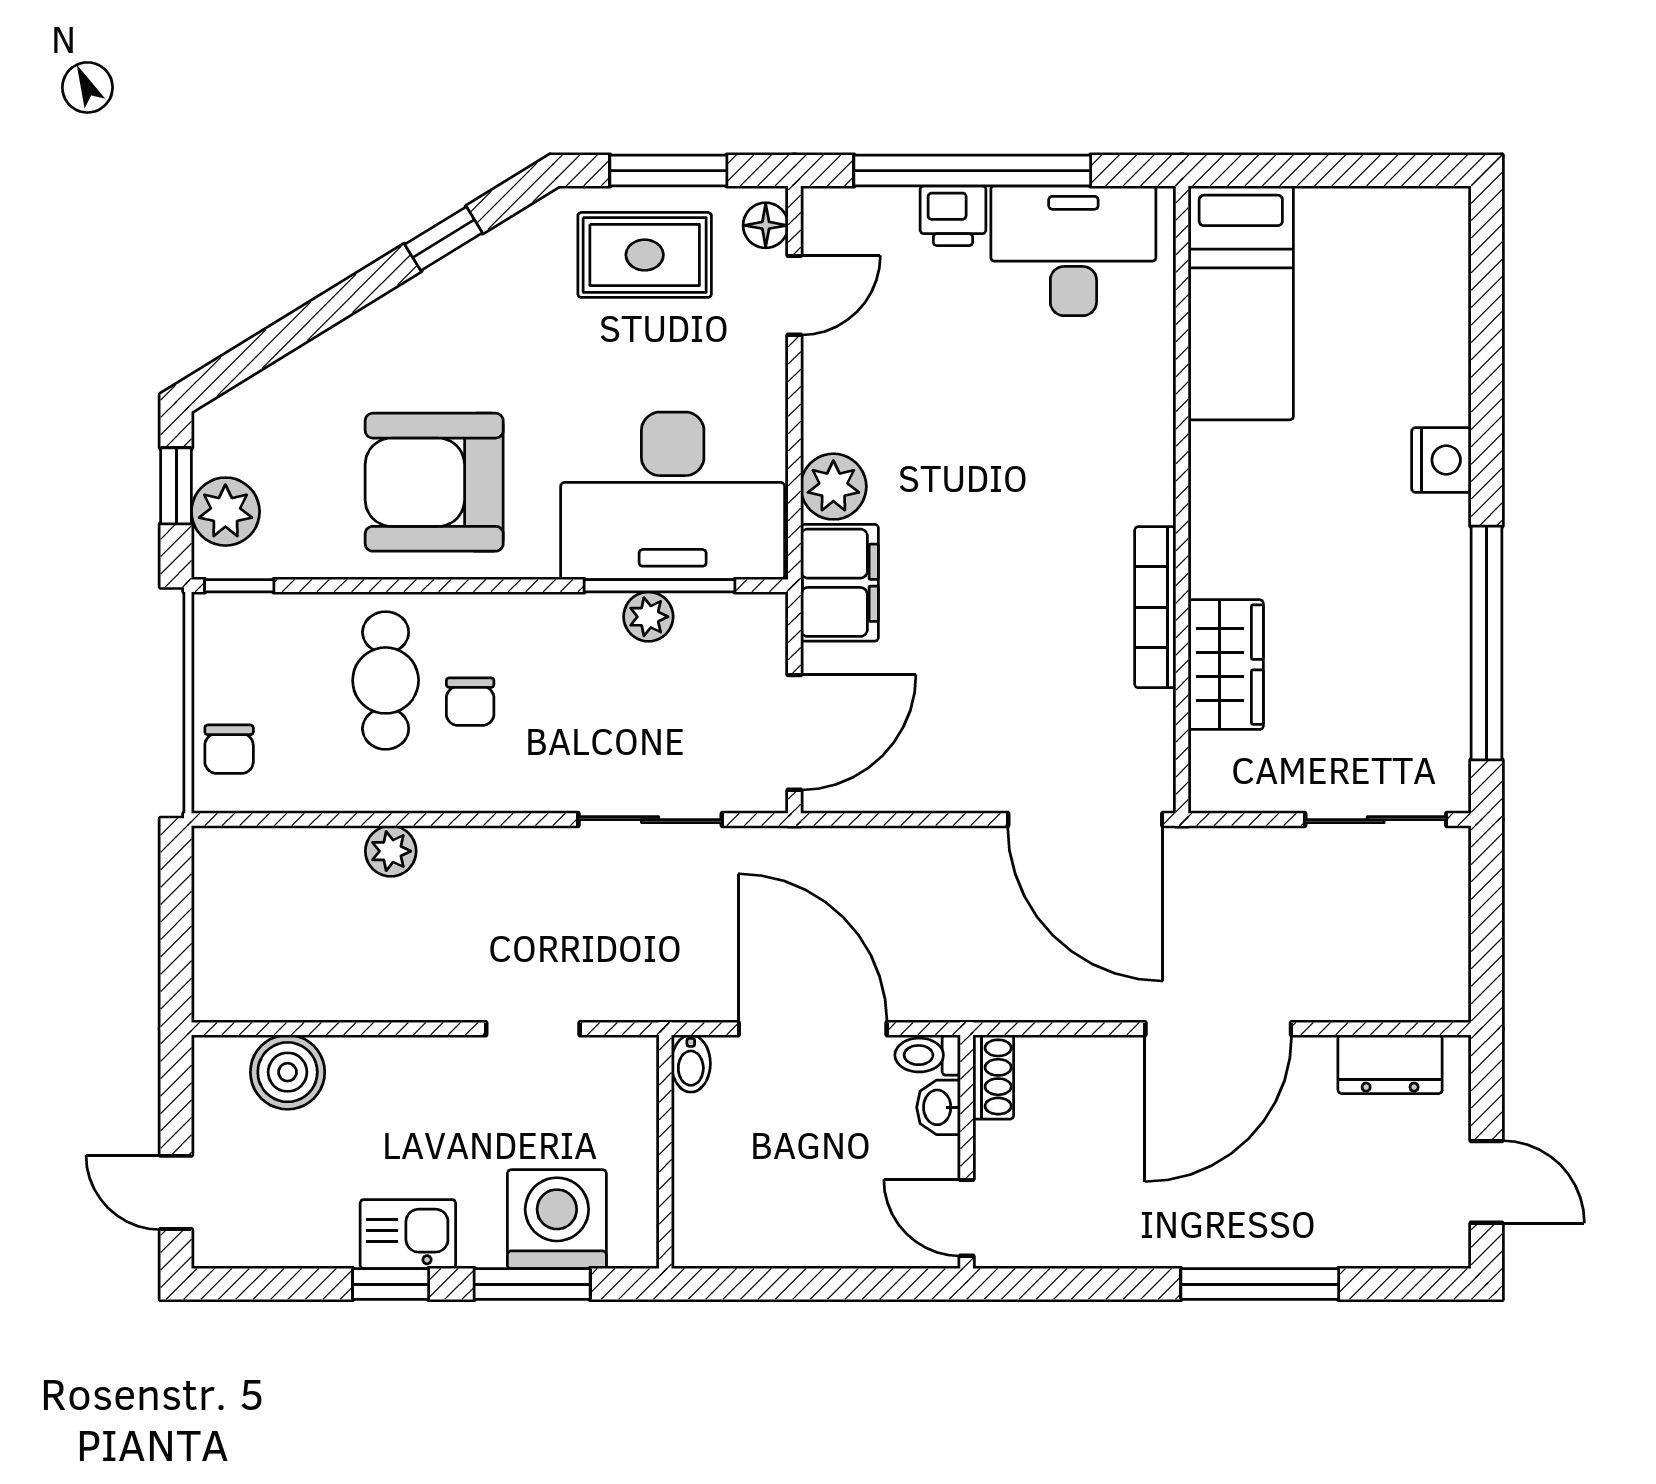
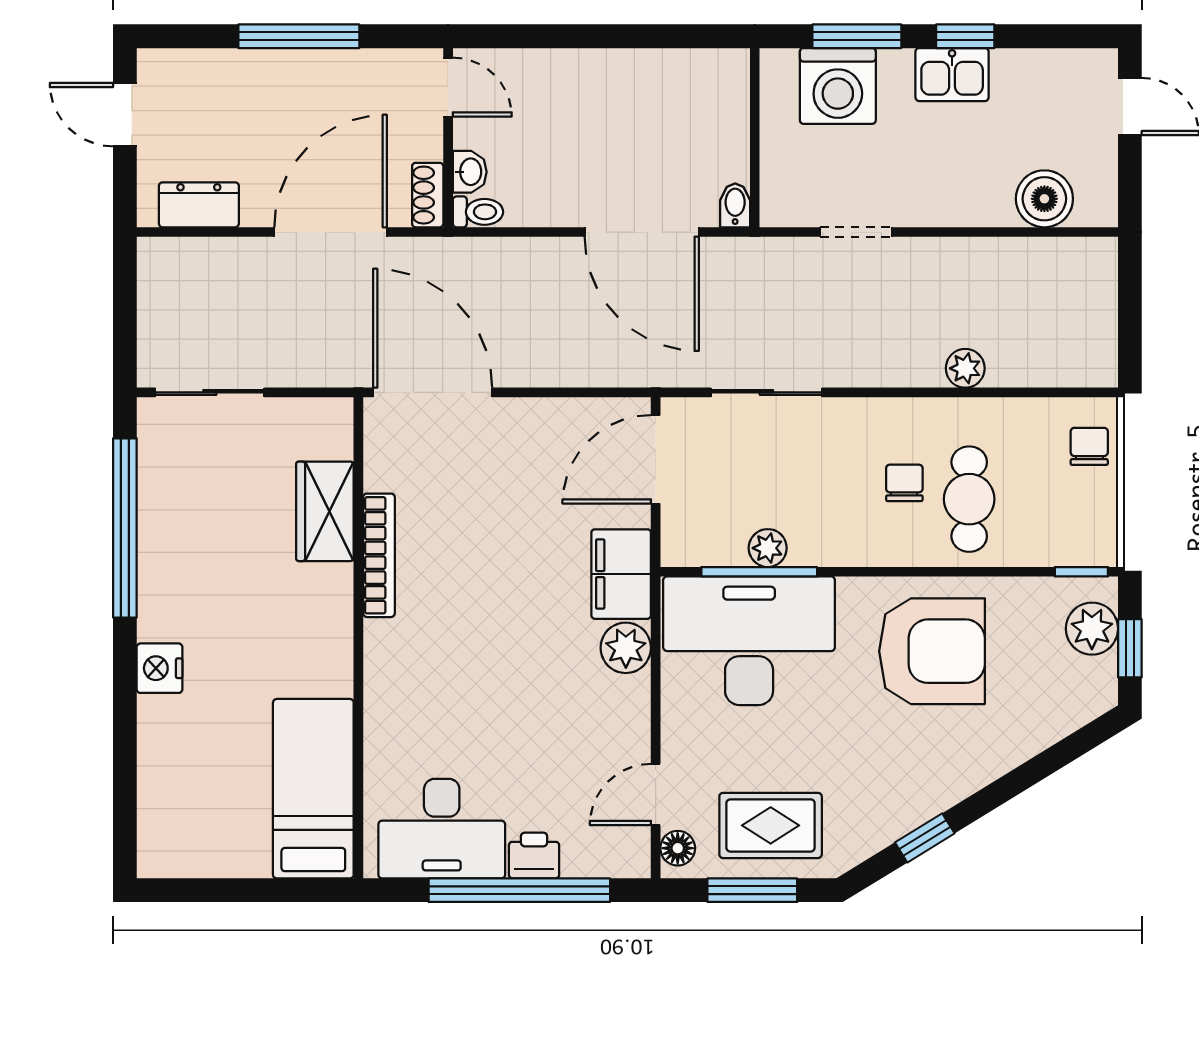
toilet: (928, 1055) -> (478, 212), moved
shoe rack: (993, 1077) -> (428, 195), moved
washbasin: (939, 1107) -> (470, 172), moved
wall: (967, 1152) -> (448, 138), moved
door: (967, 1218) -> (448, 87), moved

